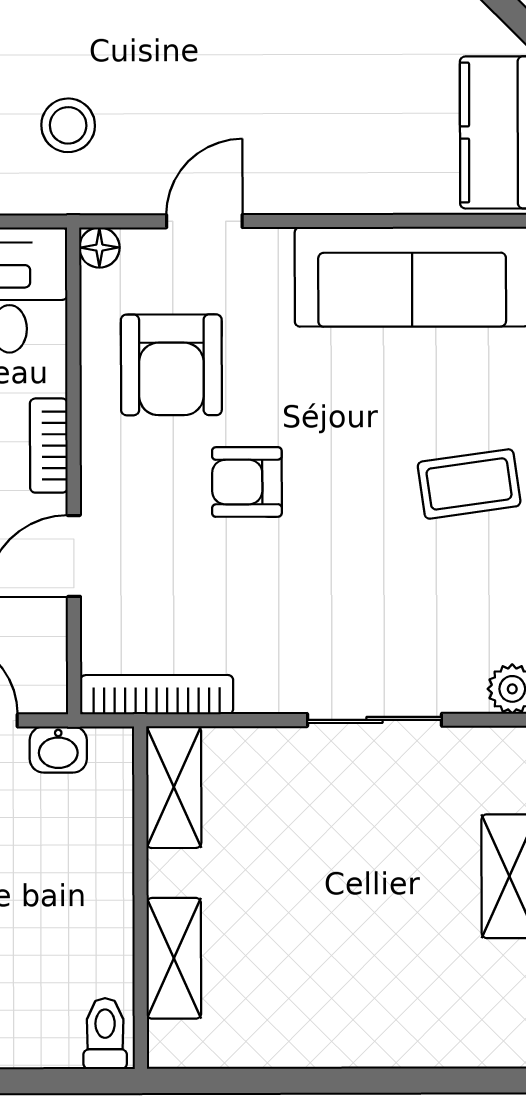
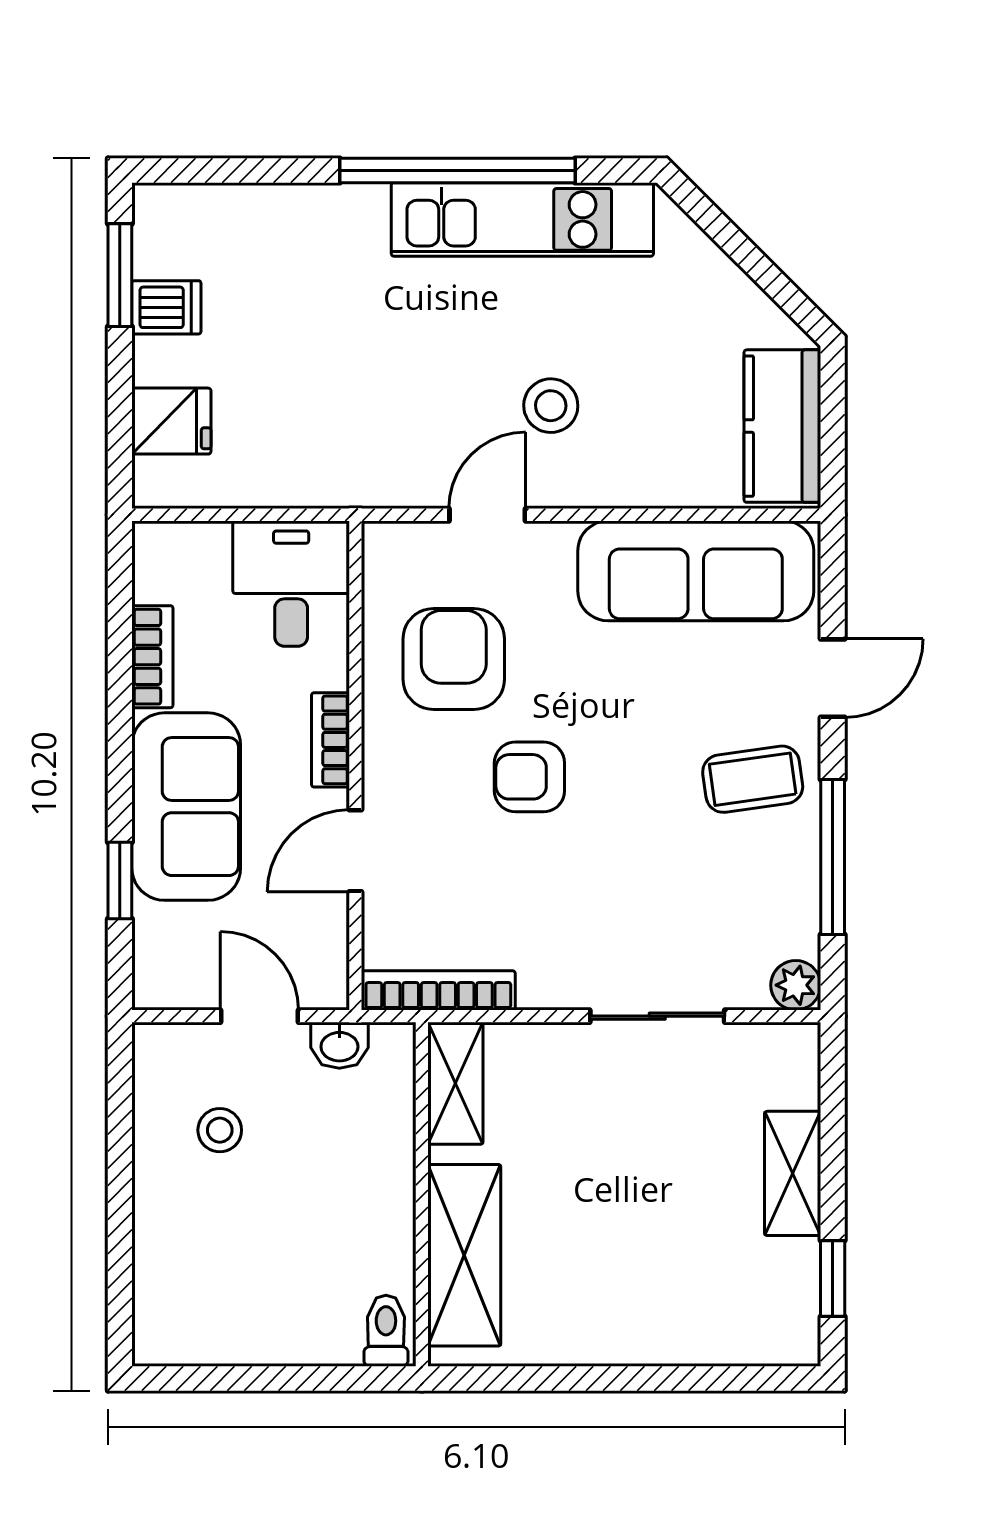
stool: (68, 125) -> (551, 406), moved
floor lamp: (99, 248) -> (382, 541), removed
armchair: (171, 365) -> (454, 659), turned 180
shelving: (174, 958) -> (464, 1255), width x1.50, depth x1.33

